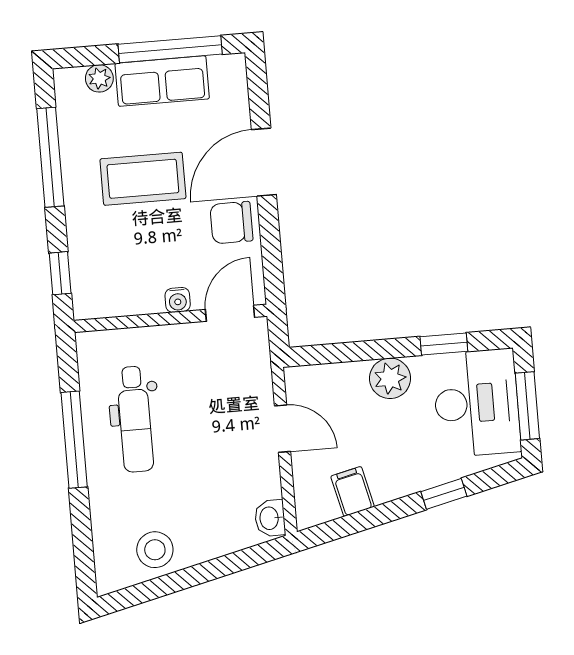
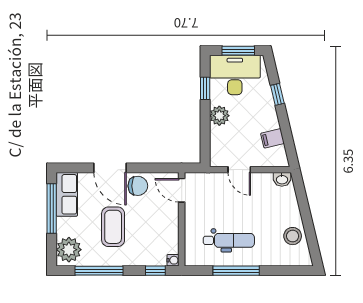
plant: (99, 78) -> (69, 250), width x1.87, depth x1.87
row of seats: (162, 81) -> (67, 194), moved
chair: (231, 223) -> (138, 186), turned -90
water cooler: (178, 300) -> (173, 260), moved
door: (283, 429) -> (239, 170), swing flipped

